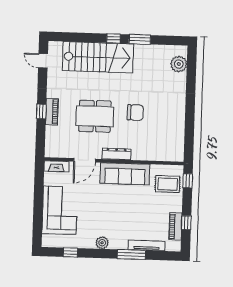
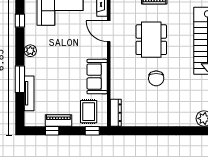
dresser: (116, 154) -> (116, 113), moved
sofa: (125, 174) -> (97, 77), width x0.73
piano: (175, 226) -> (58, 120), moved

